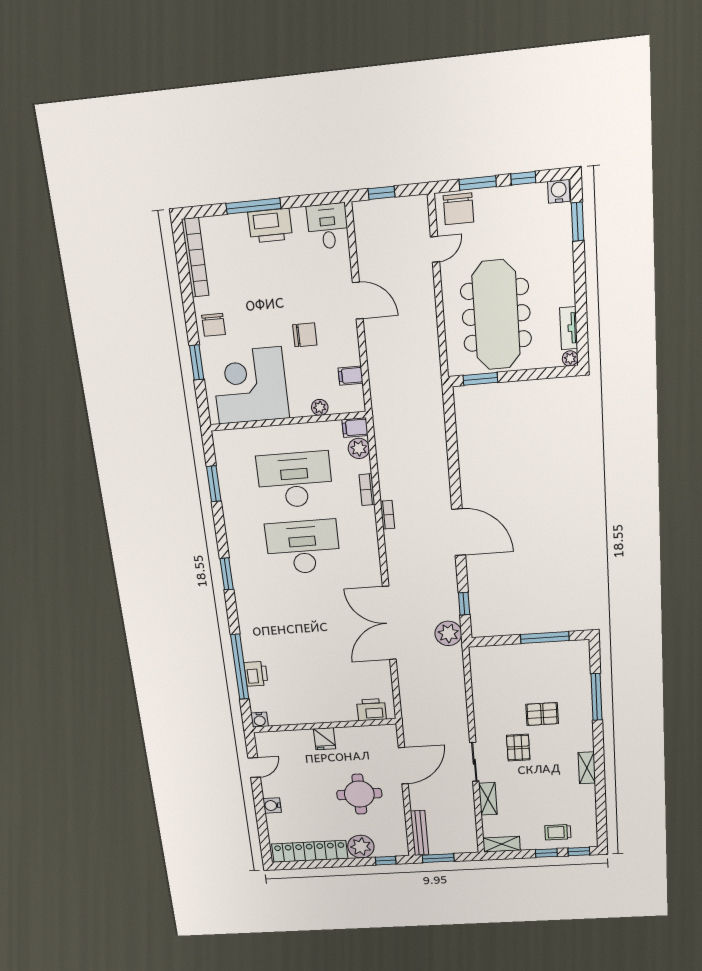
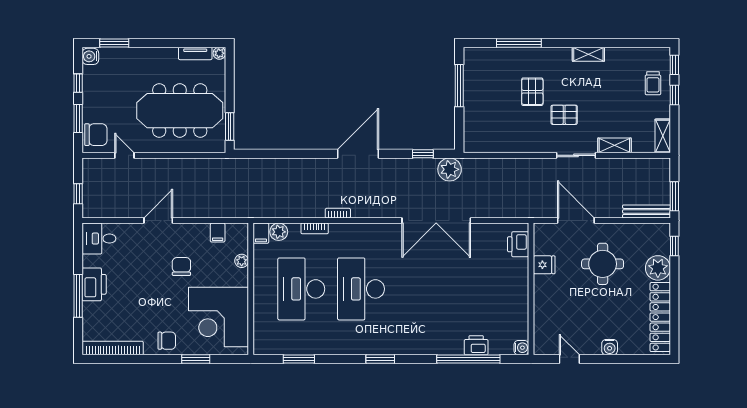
fridge: (325, 739) -> (544, 265), moved

